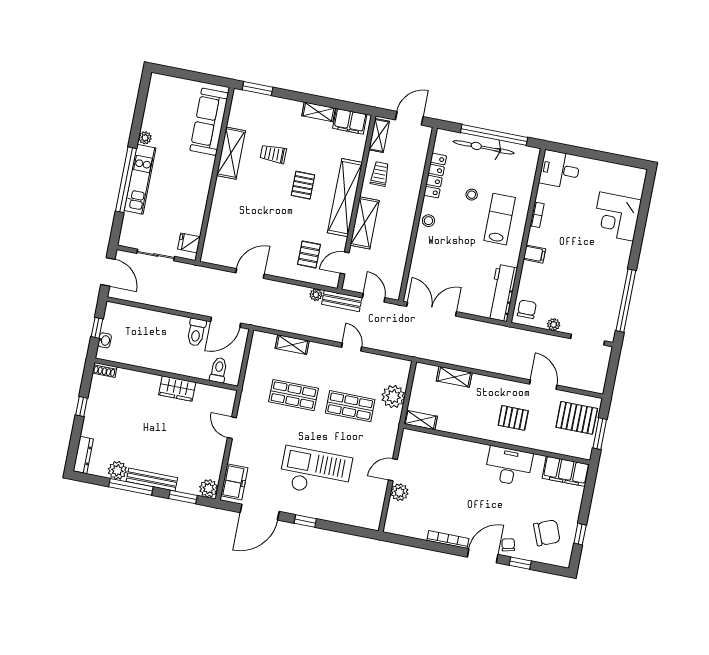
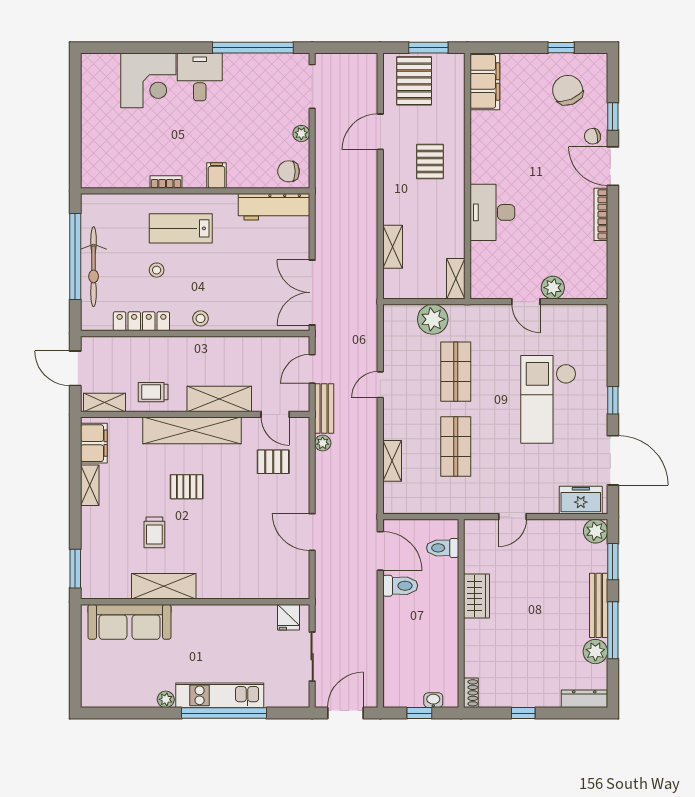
desk: (560, 170) -> (200, 77), moved, turned 180
desk: (509, 466) -> (492, 212), moved

